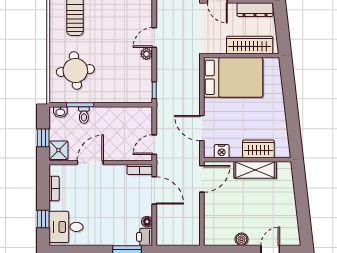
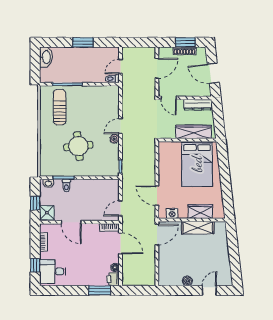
round table: (75, 71) -> (78, 146), moved
bed: (233, 77) -> (197, 164), moved, turned 90
door: (90, 163) -> (71, 222), swing flipped

